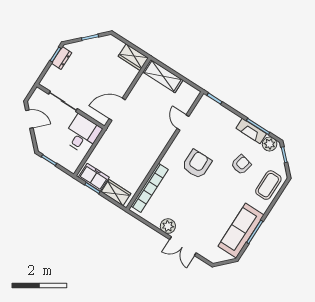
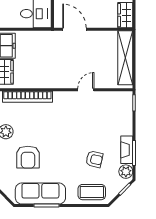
shelving: (163, 76) -> (125, 58), width x1.47
door: (183, 122) -> (86, 90), moved
armchair: (197, 164) -> (28, 157), moved, turned 90

